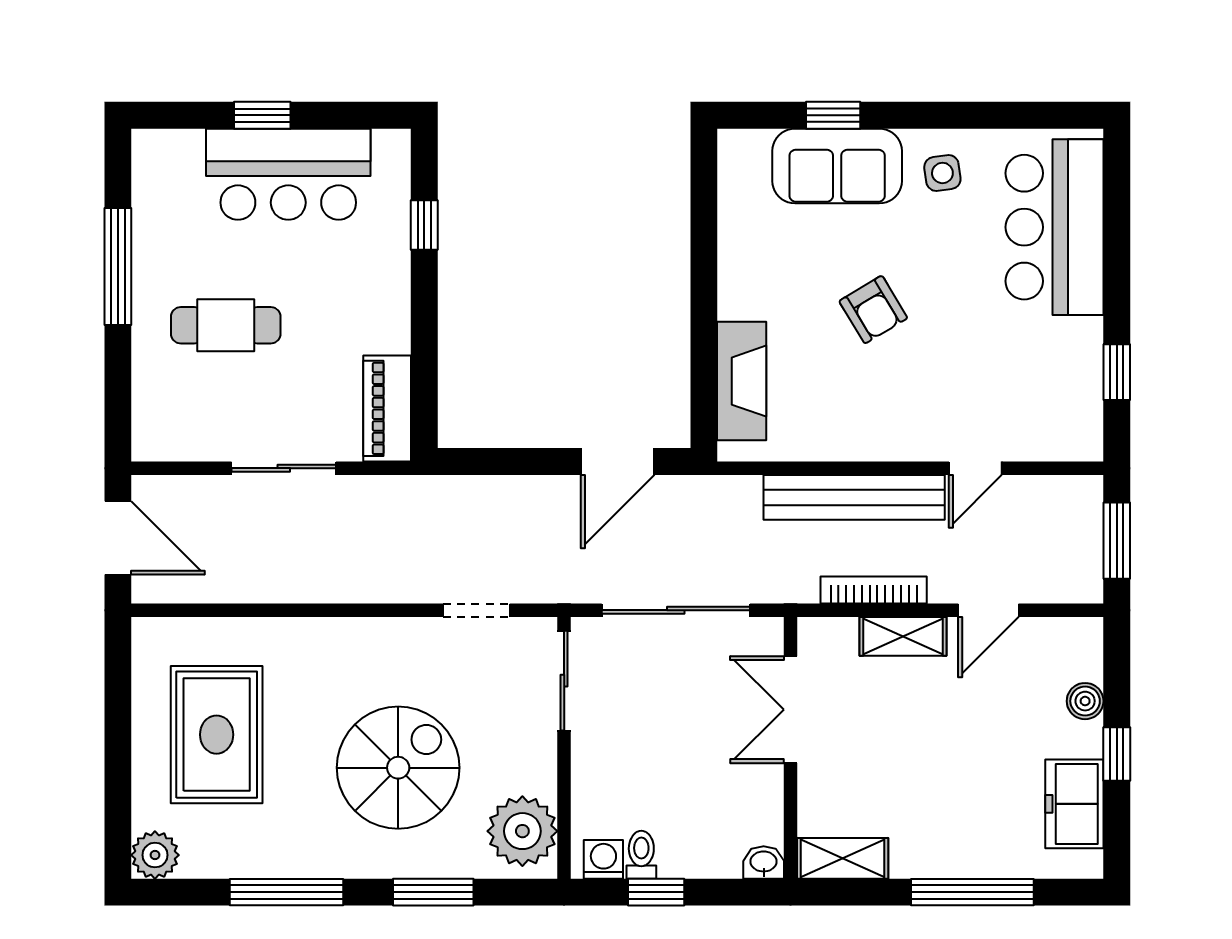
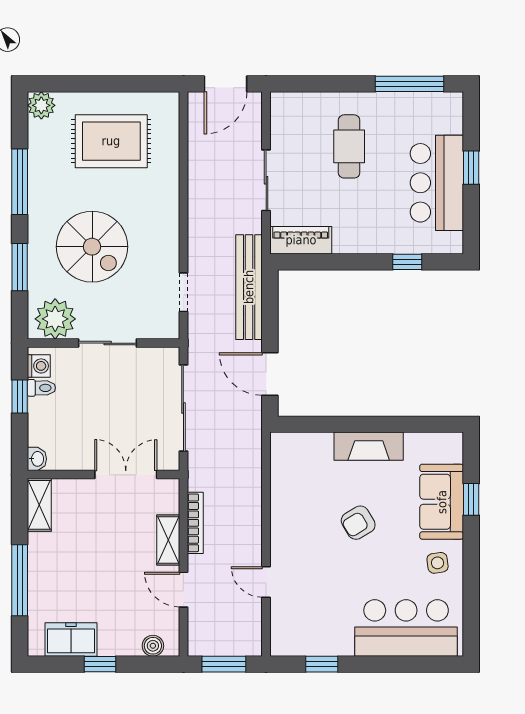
window: (118, 266) -> (410, 84), moved
fireplace: (742, 381) -> (369, 446), moved
bench: (854, 497) -> (249, 287), moved
sliding door: (564, 681) -> (108, 343), moved
boiler: (1085, 701) -> (153, 646), moved

